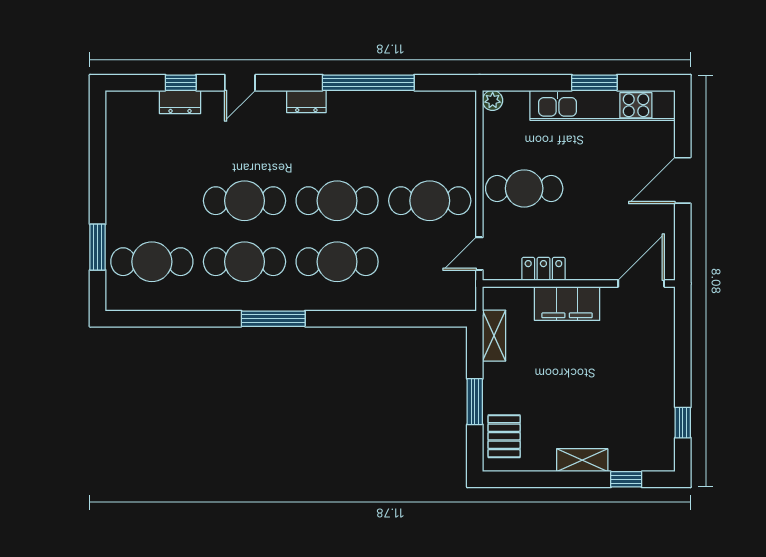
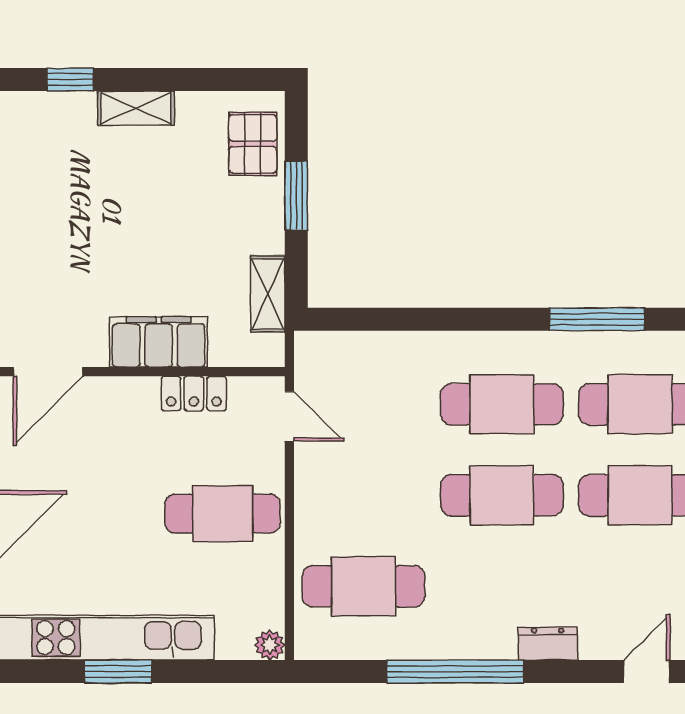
cafe table: (430, 201) -> (364, 586), moved
door: (479, 254) -> (289, 416), hinge flipped

